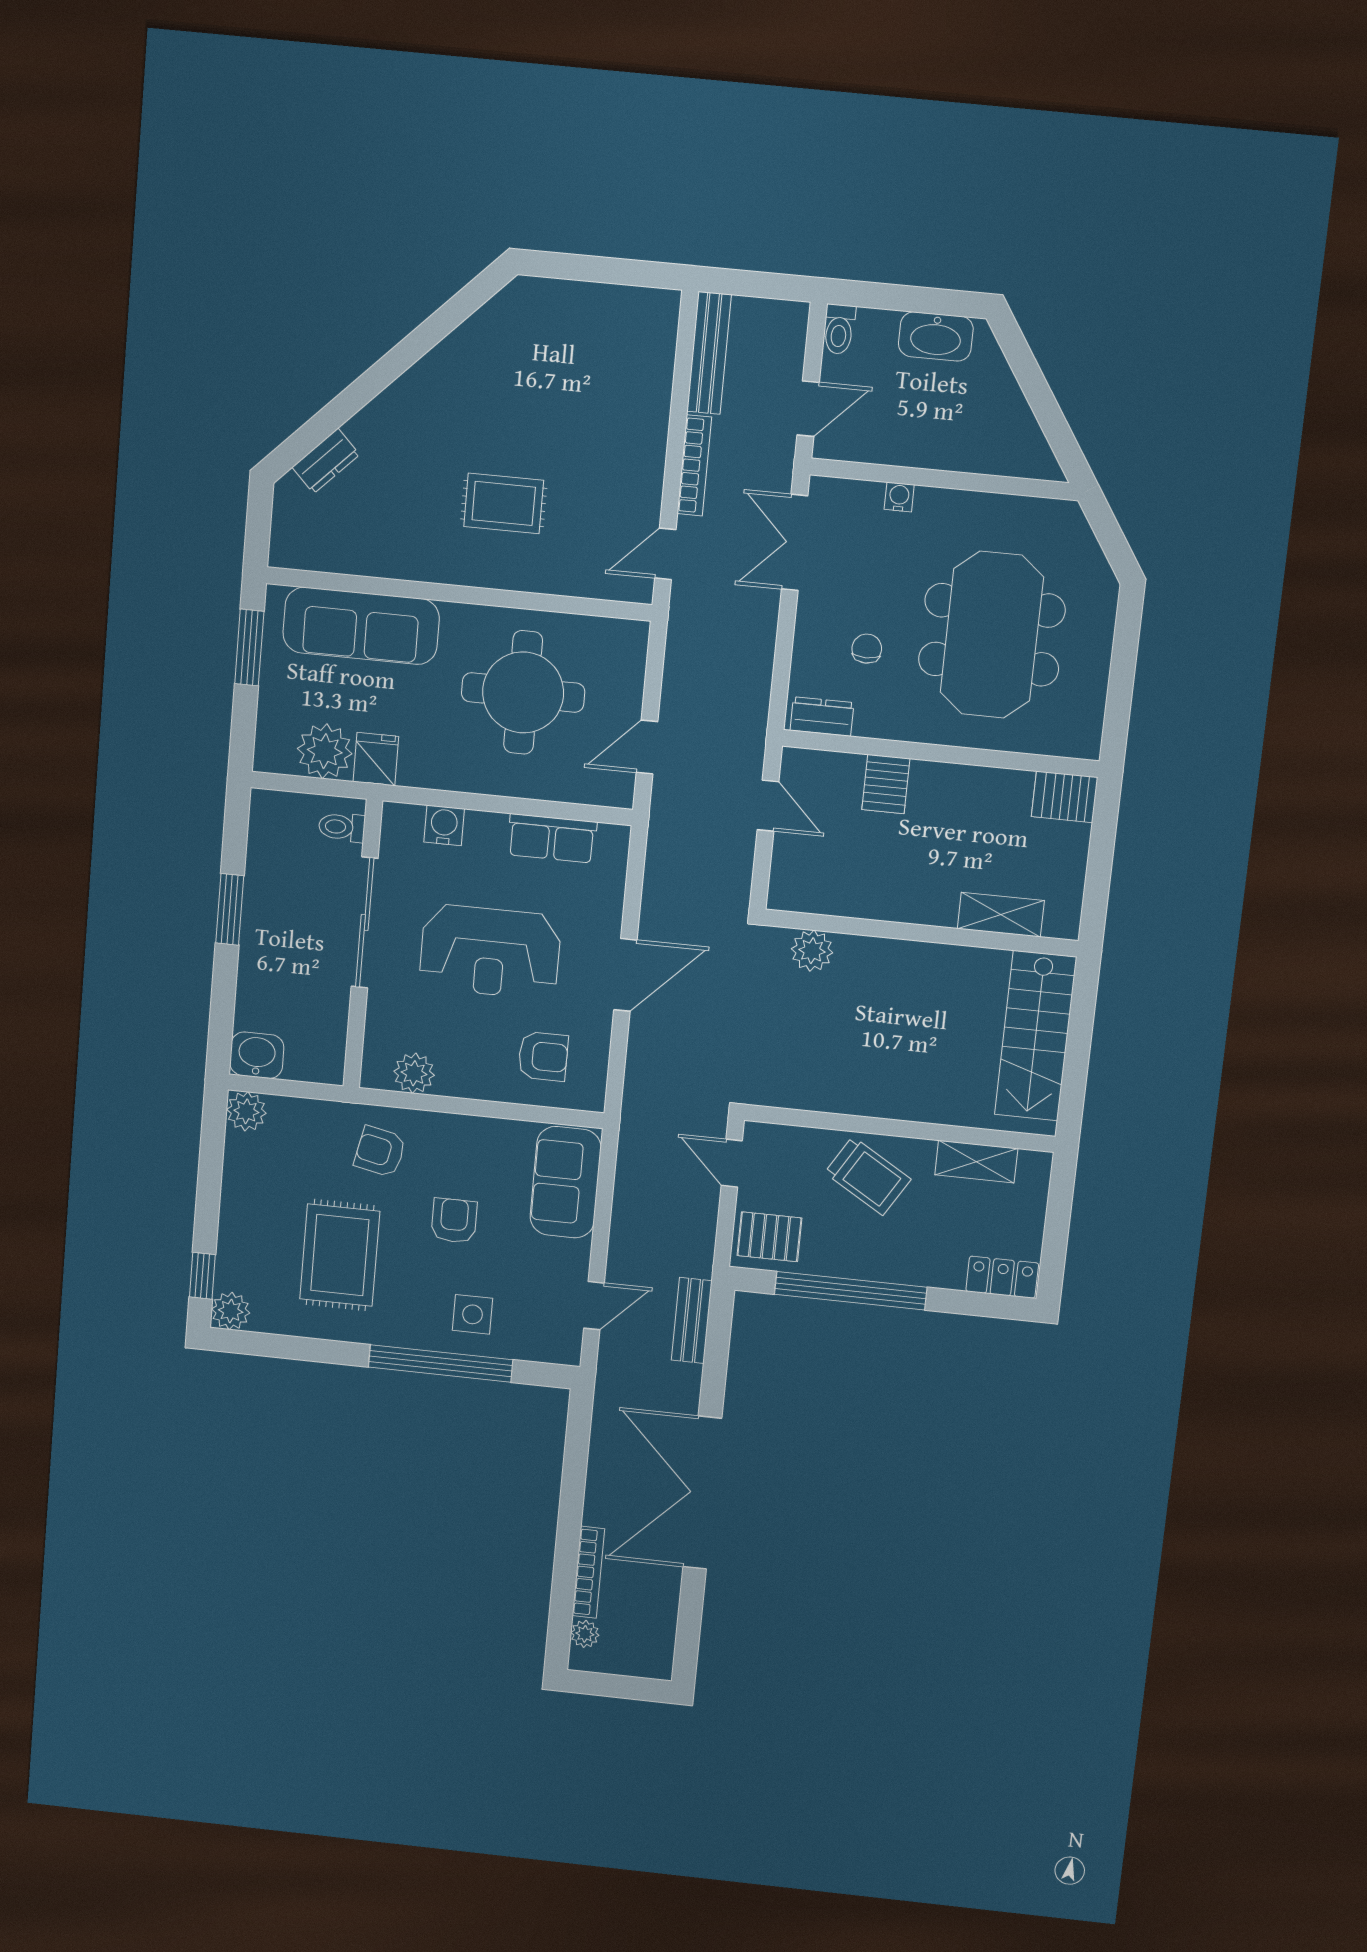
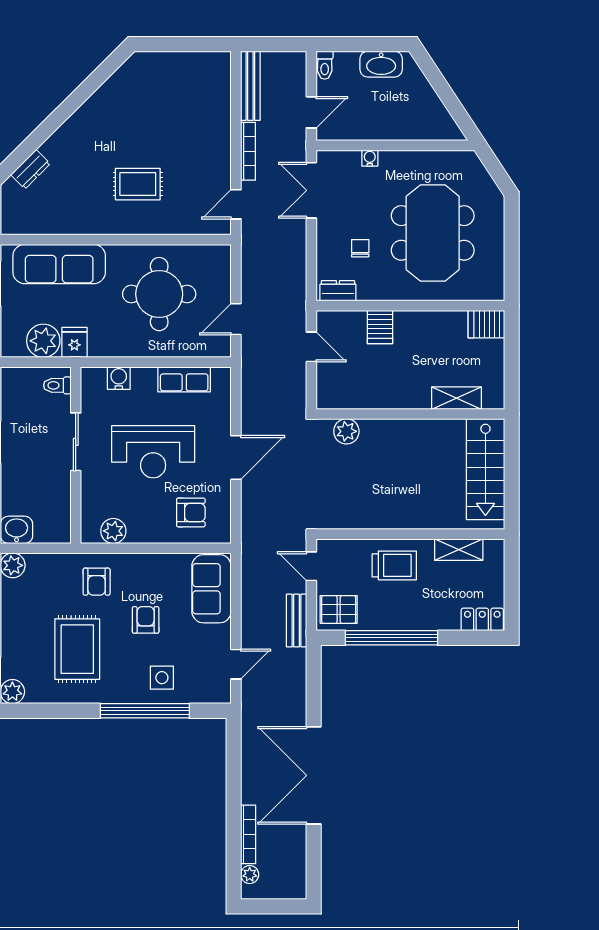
sliding door: (365, 923) -> (76, 442), width x0.73
armchair: (380, 1151) -> (97, 582), turned -102
trolley: (868, 1176) -> (394, 565), turned -31
bench: (692, 1320) -> (297, 621), moved

